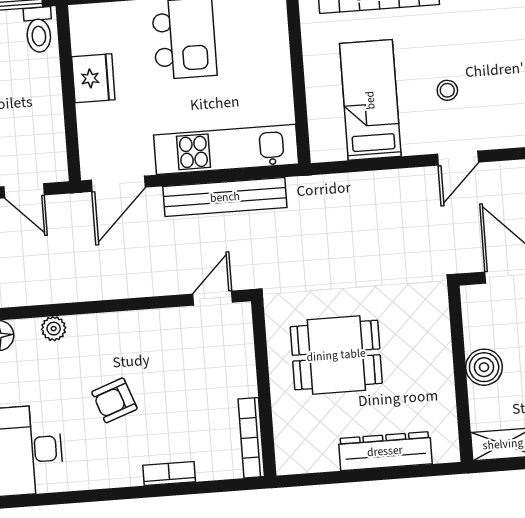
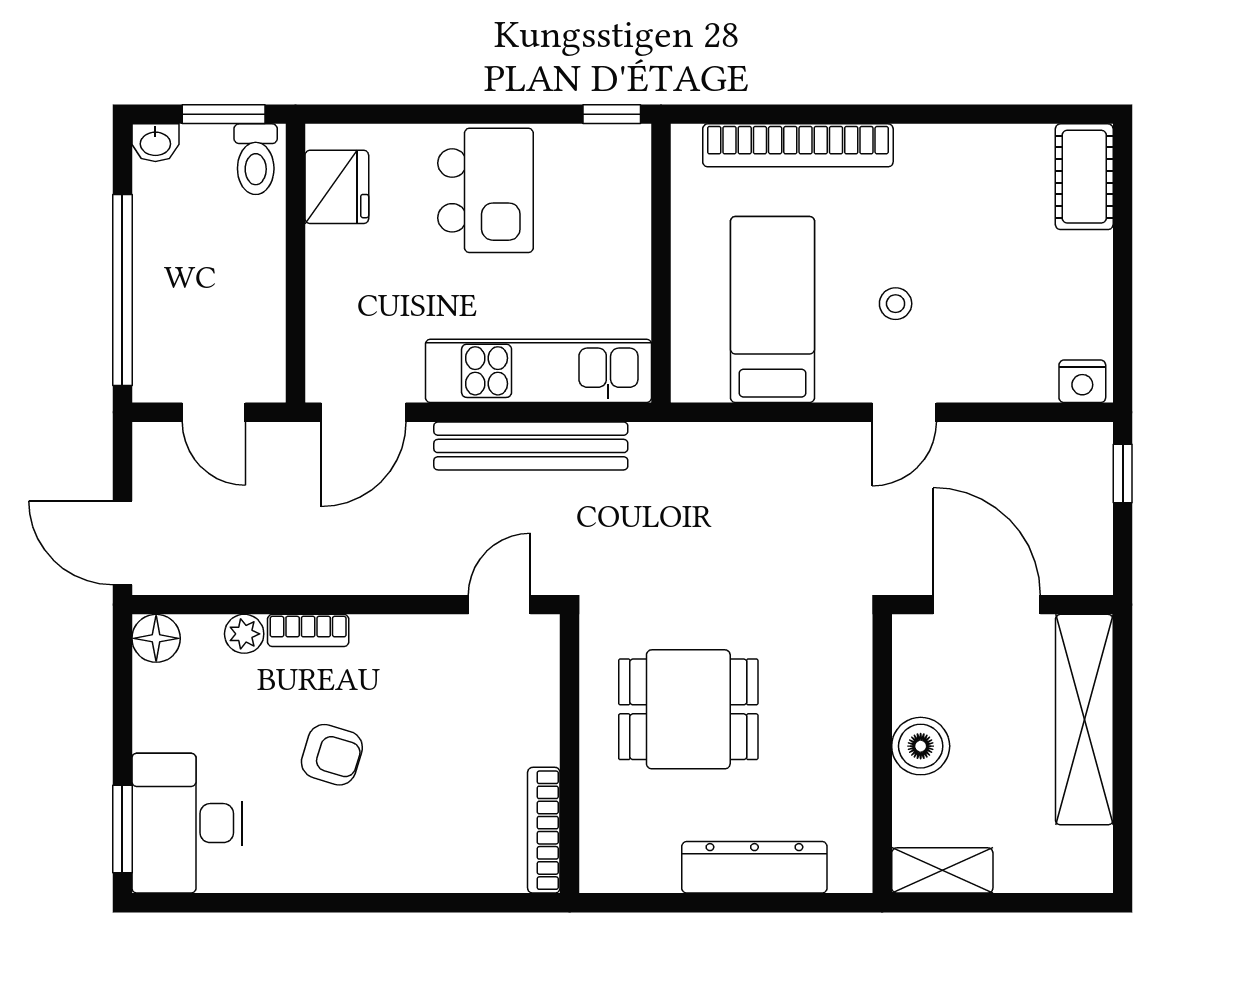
fridge: (93, 78) -> (337, 187), moved
armchair: (114, 400) -> (332, 755), turned -143
bookcase: (169, 474) -> (308, 630), moved, turned 180

